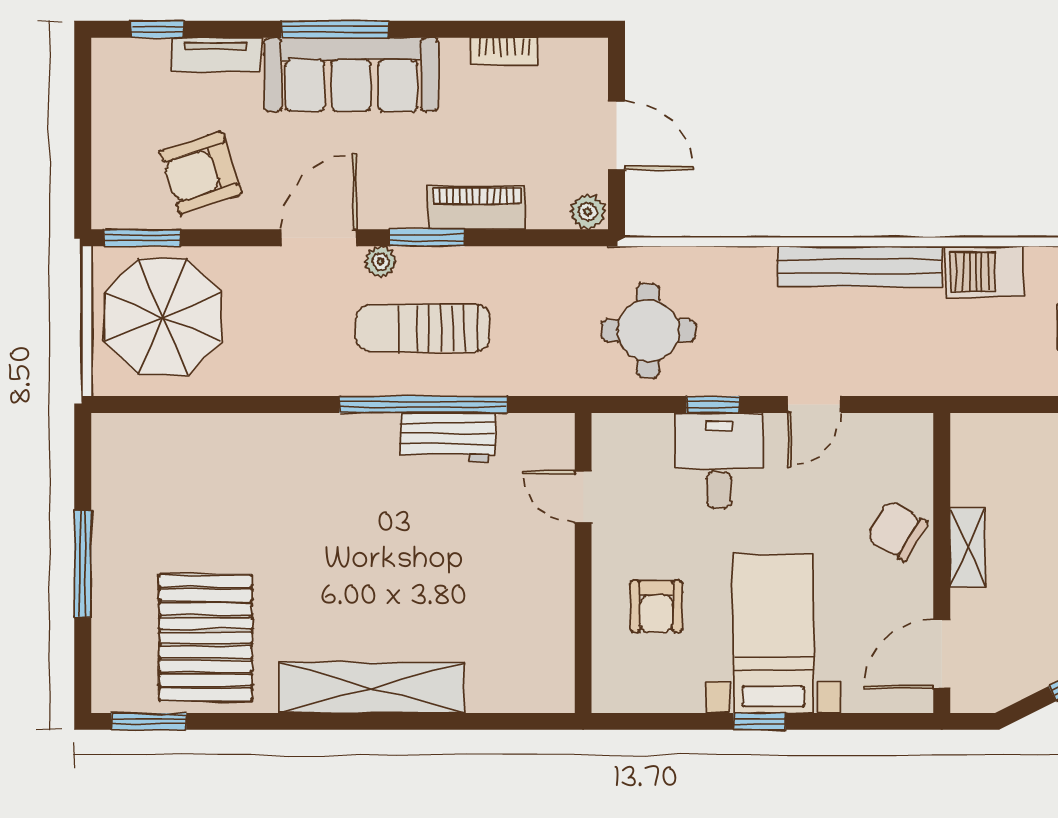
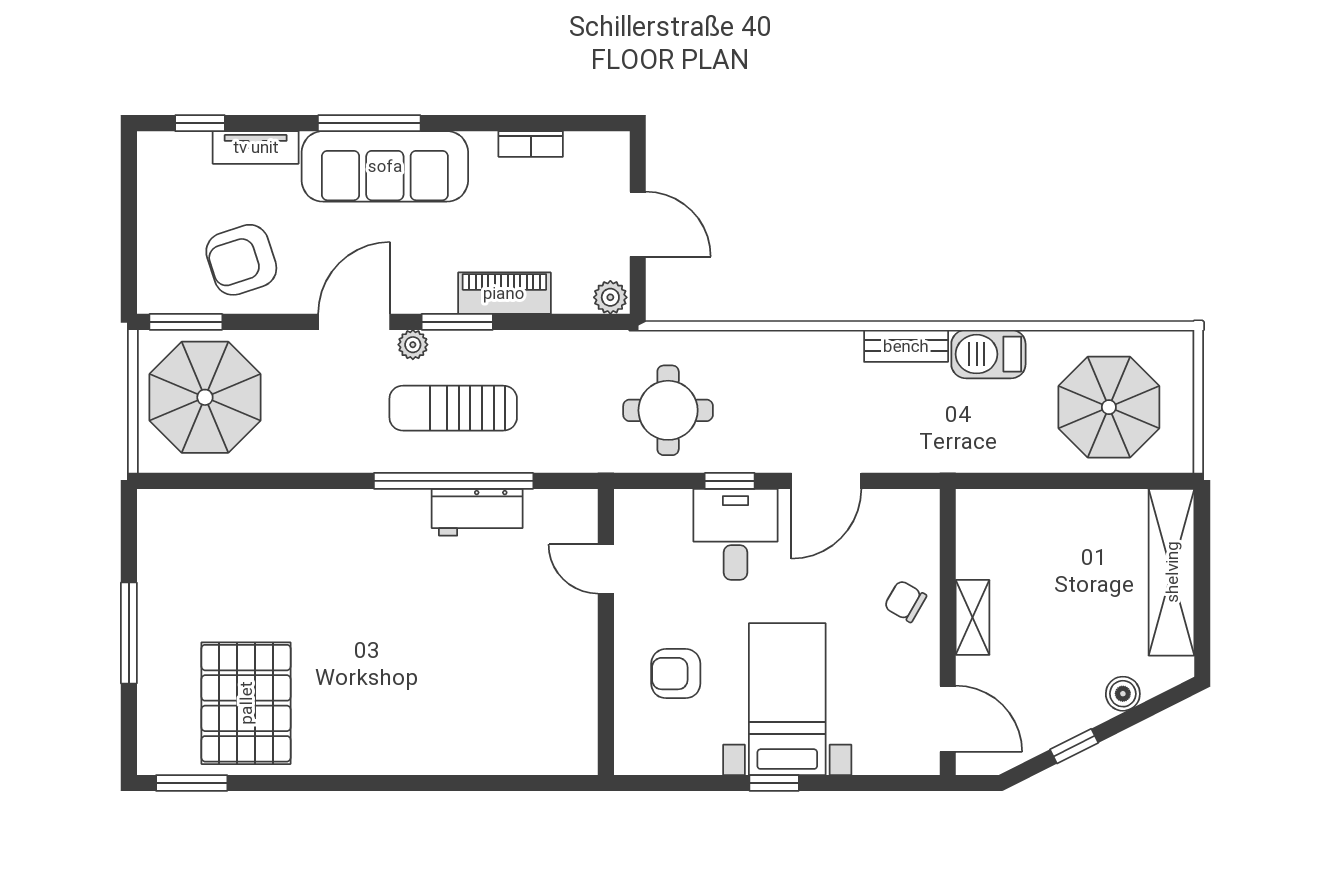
bench: (860, 266) -> (906, 346), width x0.54, depth x0.82
door: (814, 404) -> (826, 481), width x1.38
chair: (897, 531) -> (905, 601), width x0.73, depth x0.73
armchair: (656, 607) -> (676, 674), turned 90
door: (942, 654) -> (948, 719), swing flipped
shelving: (372, 688) -> (404, 751), removed

